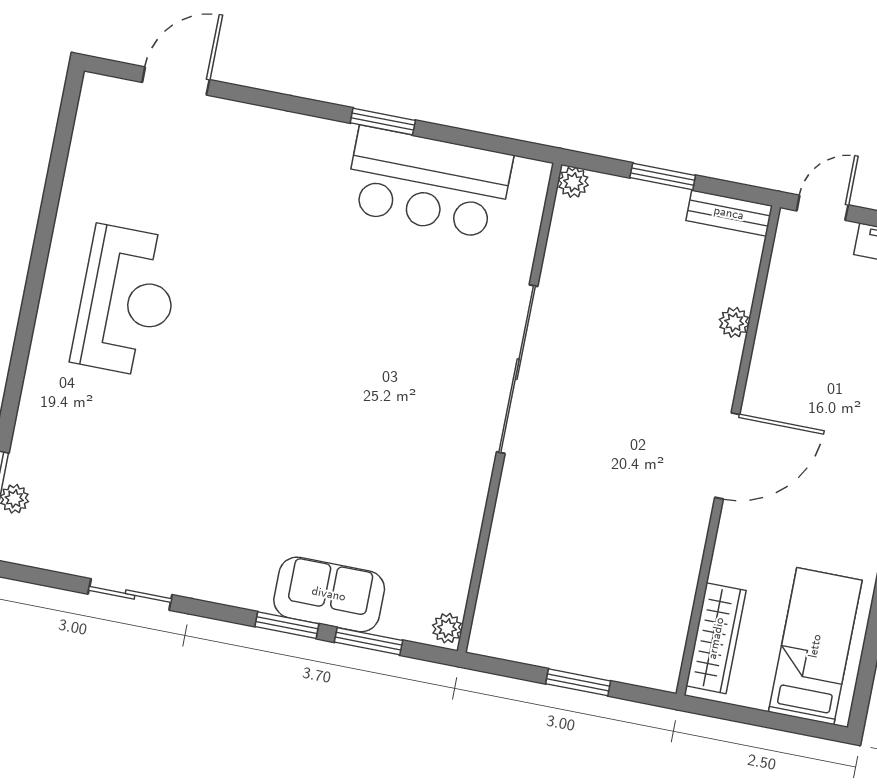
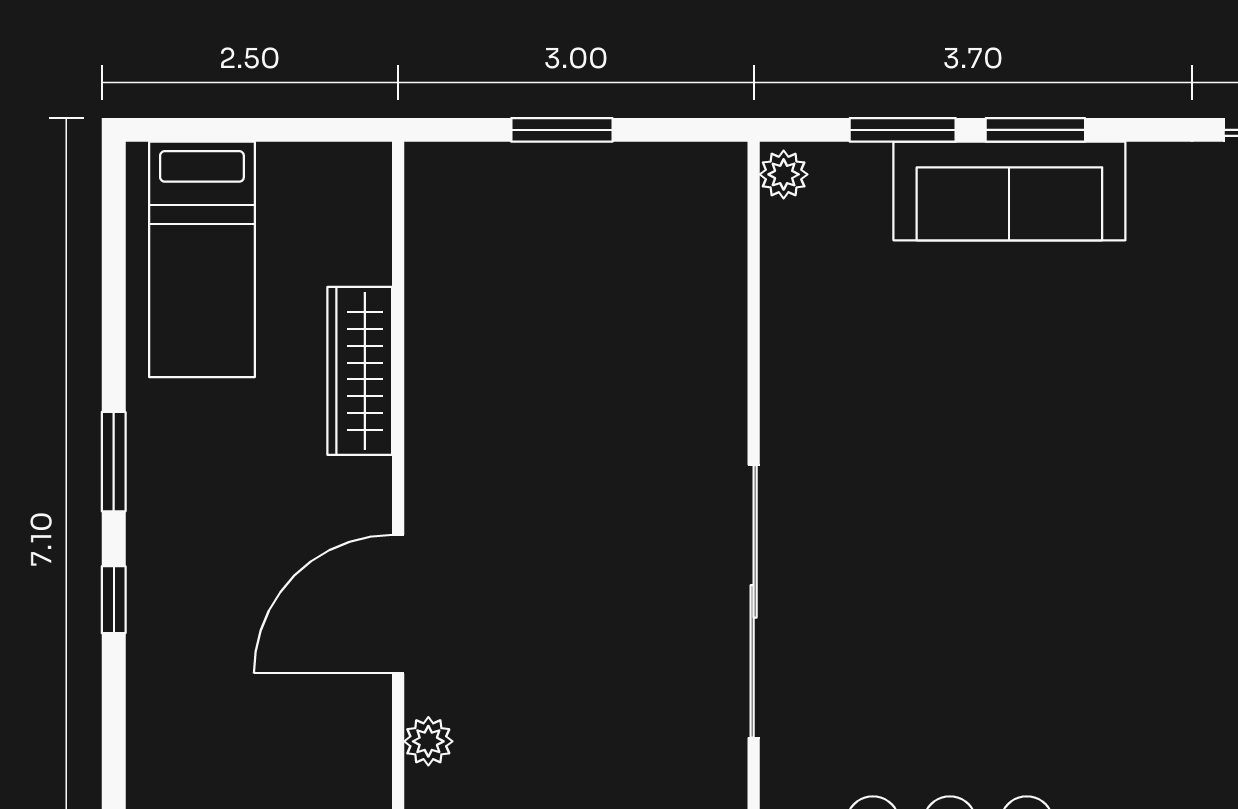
door: (727, 456) -> (398, 604), moved
sofa: (329, 594) -> (1009, 191), width x1.36
wardrobe: (716, 638) -> (360, 371), moved

